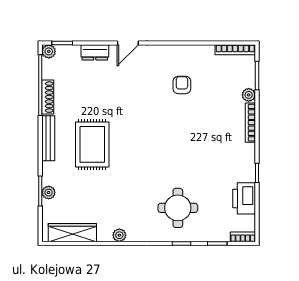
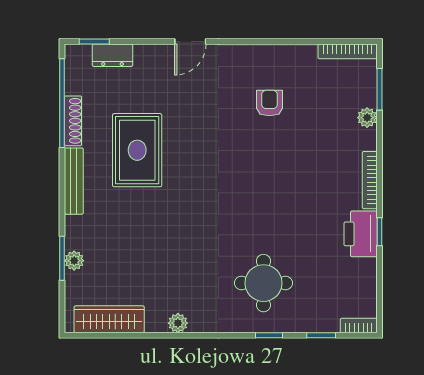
plant: (49, 51) -> (75, 54), removed
dresser: (95, 52) -> (113, 55), moved
bookcase: (250, 123) -> (370, 180), moved
rug: (92, 144) -> (137, 150), moved
printer: (244, 198) -> (361, 234), moved

